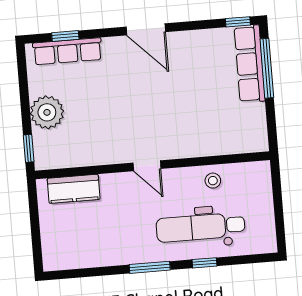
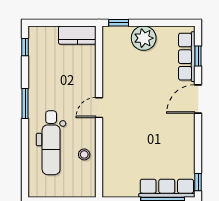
door: (146, 29) -> (198, 99), moved
kitchen counter: (74, 189) -> (77, 35), moved, turned -90
dental chair: (200, 227) -> (51, 143), turned 180
window: (204, 263) -> (25, 47), moved

